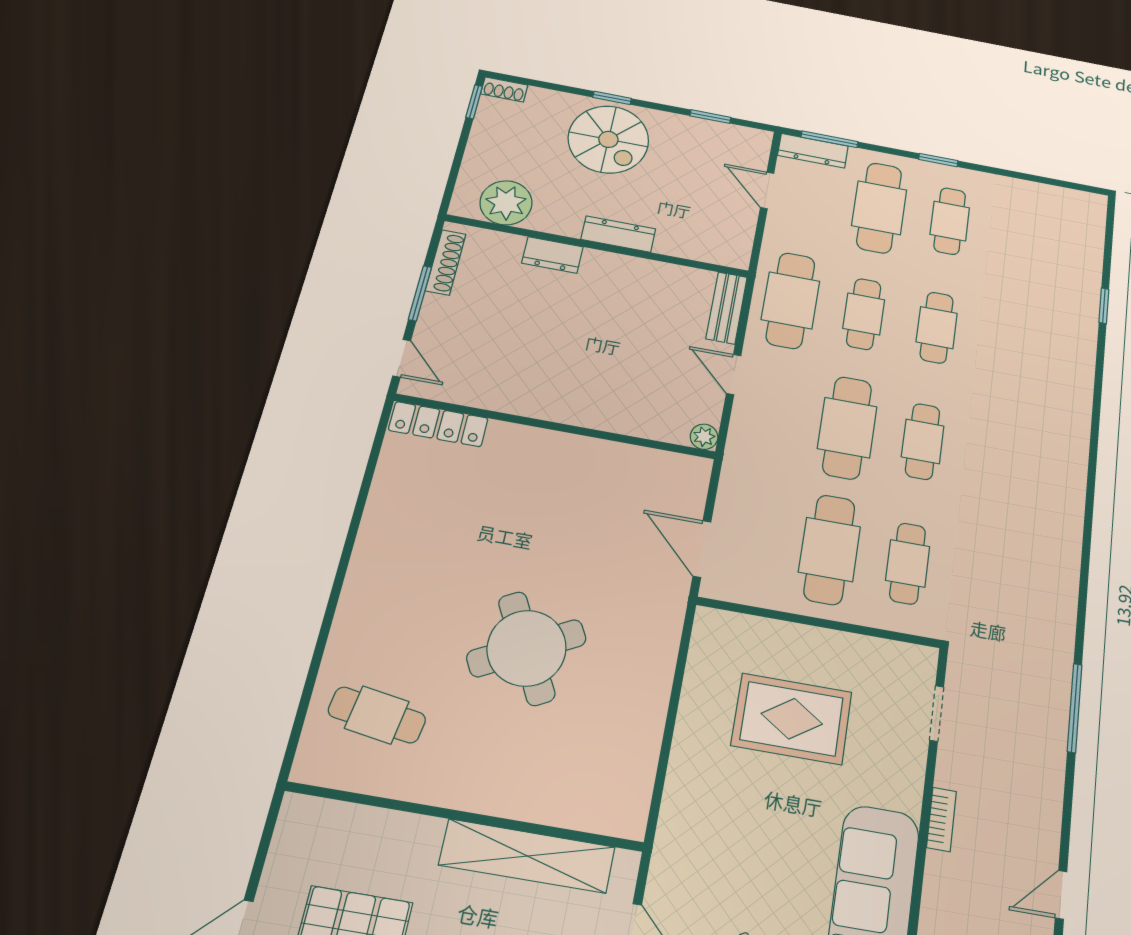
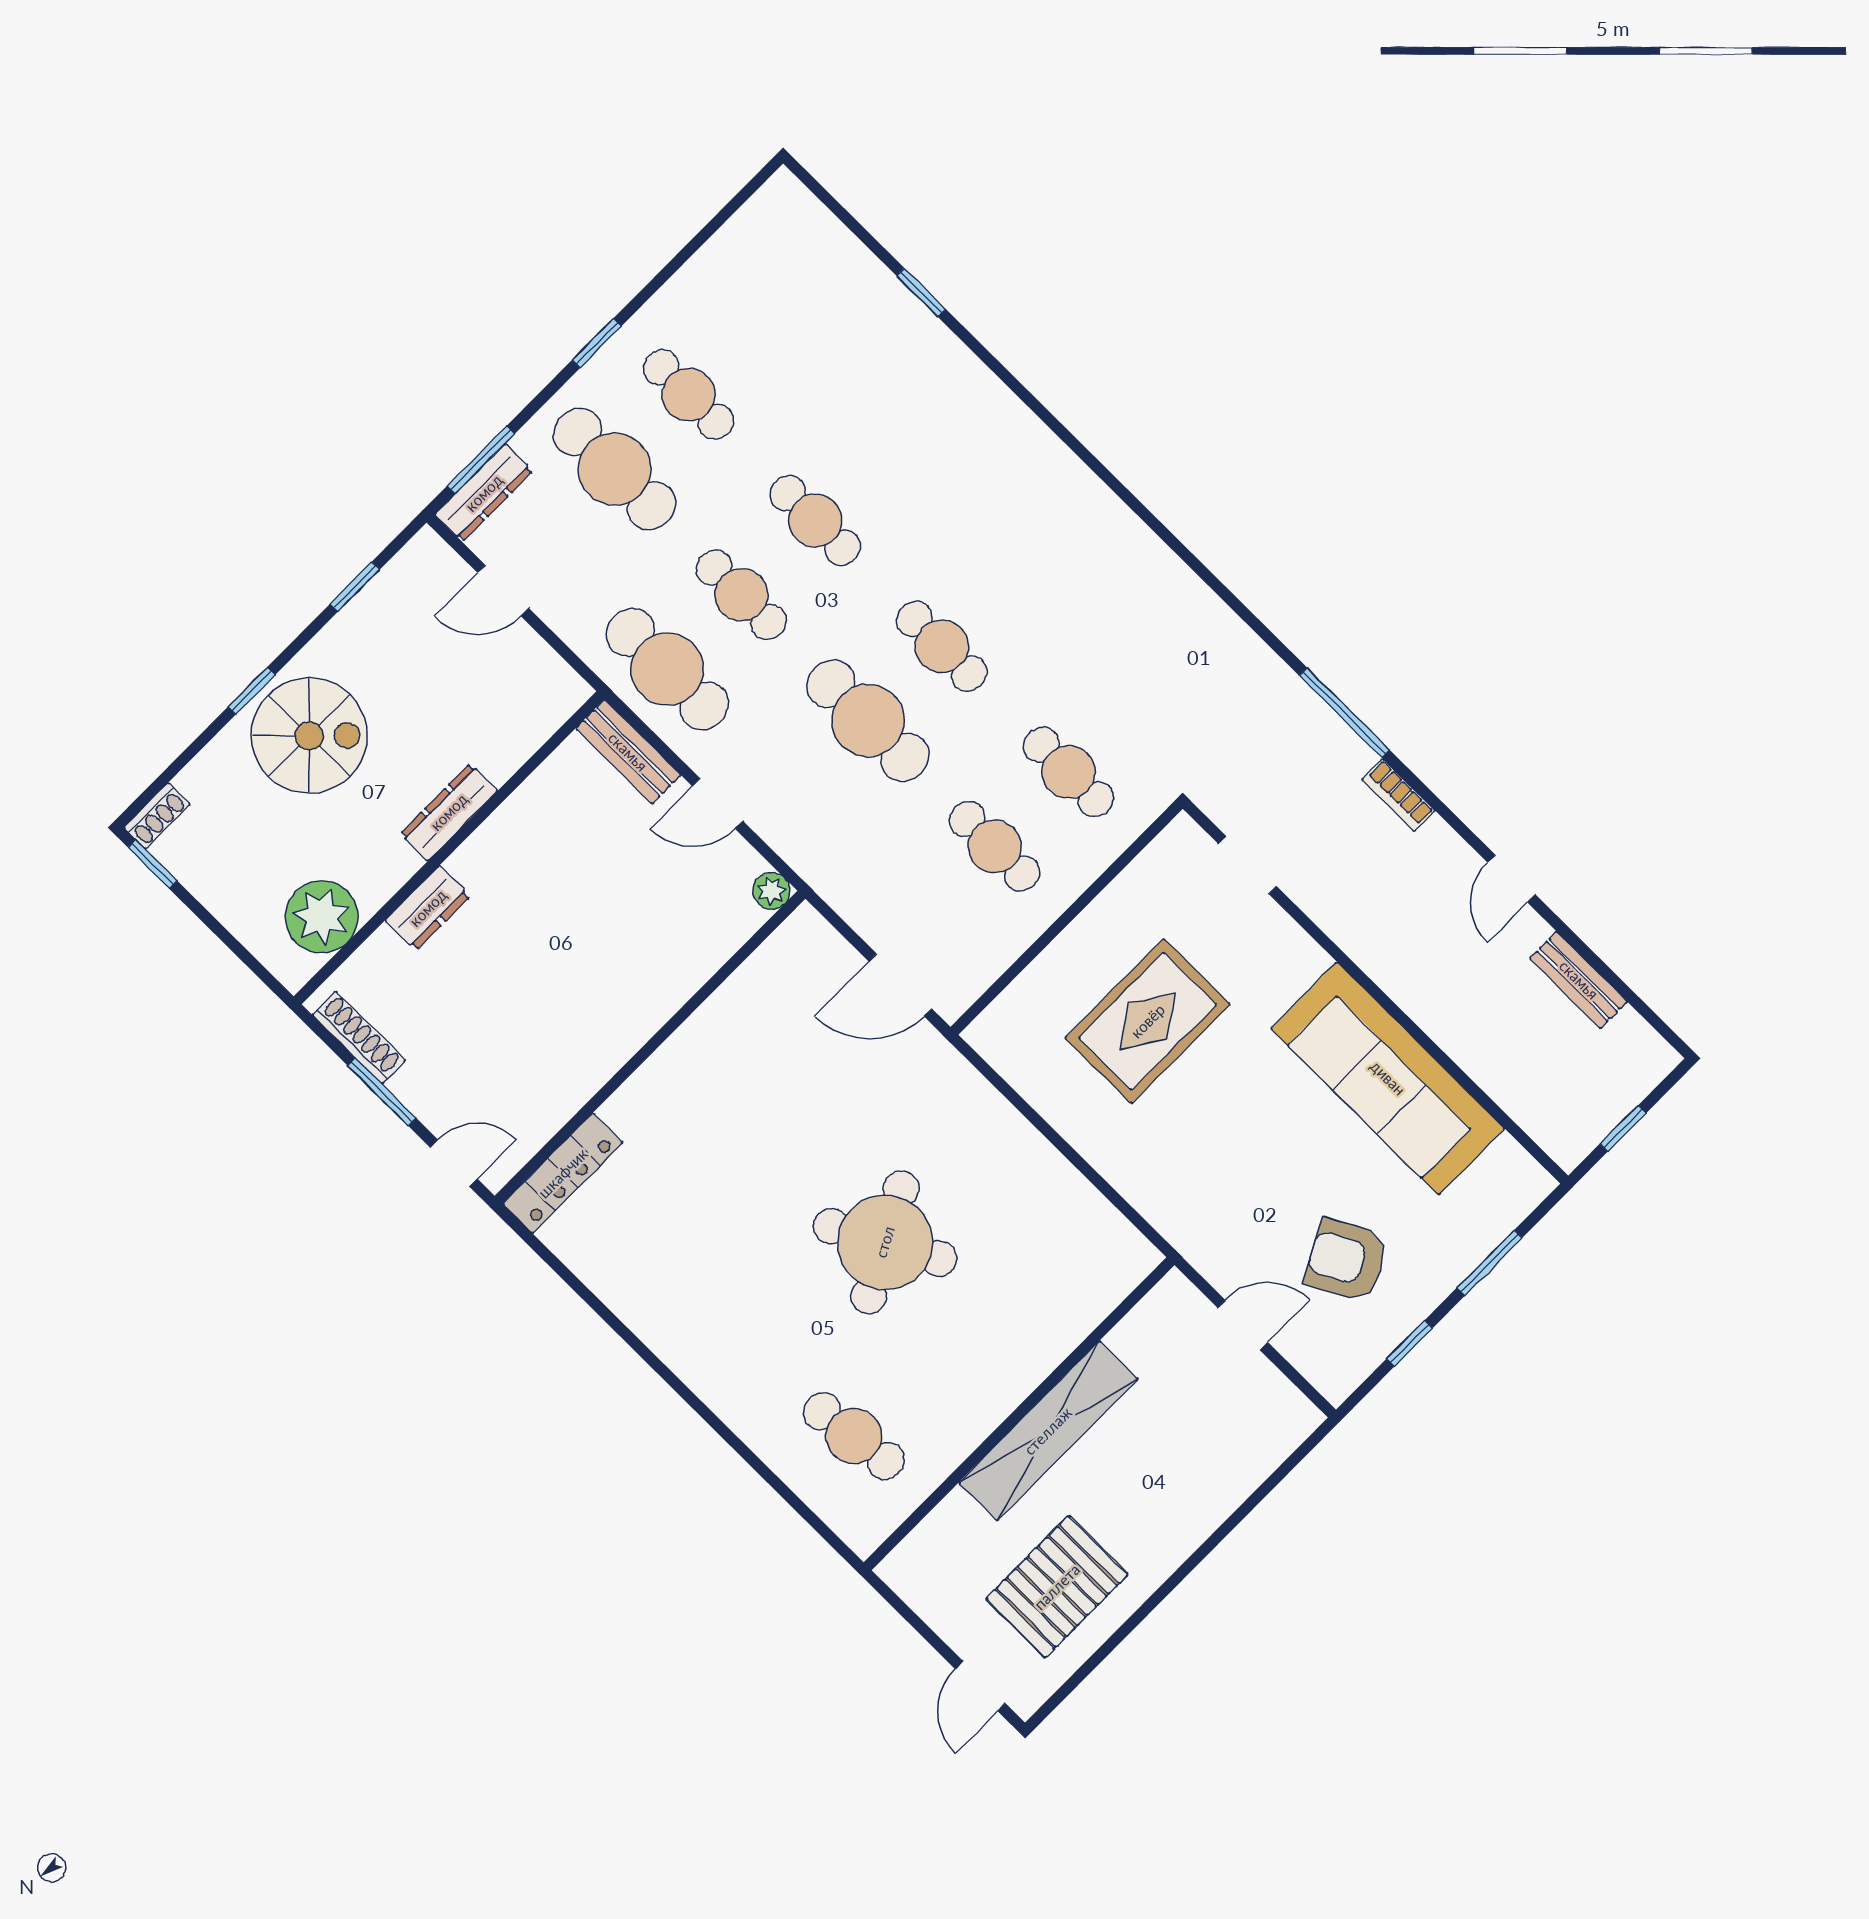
cafe table: (829, 549) -> (995, 846), width x0.73, depth x0.74
cafe table: (377, 715) -> (854, 1436), turned 74
bookcase: (942, 819) -> (1398, 795), moved, turned 180
shelving: (527, 856) -> (1048, 1431), moved

